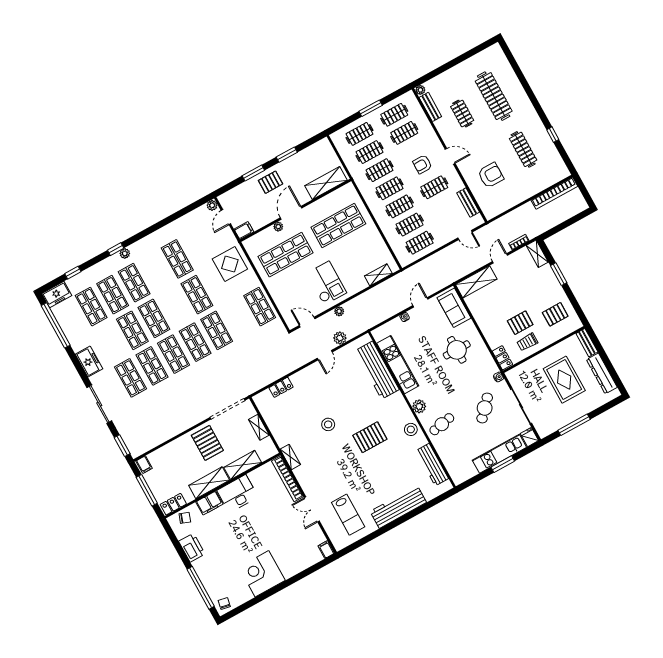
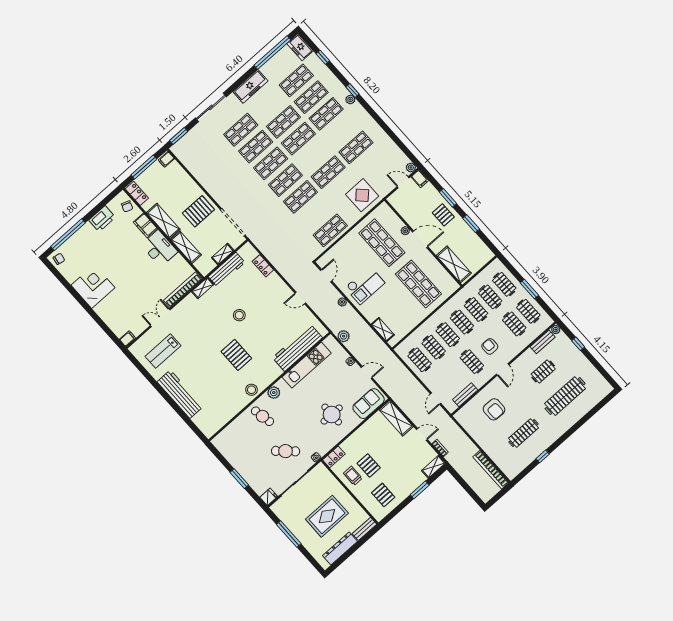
window: (441, 69) -> (578, 344), added
filing cabinet: (244, 231) -> (420, 179), moved
plant: (340, 338) -> (344, 336), moved
freezer: (89, 362) -> (250, 86), width x1.40
kitchen unit: (499, 454) -> (248, 474), removed
workbench: (432, 465) -> (227, 270), moved, turned 180

